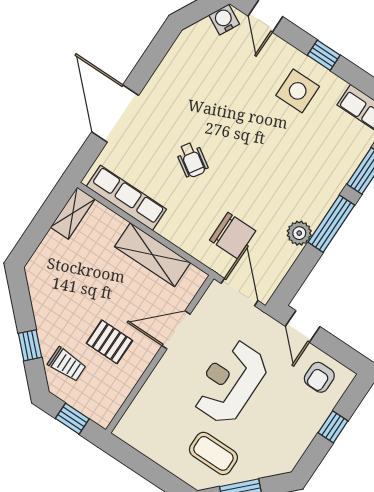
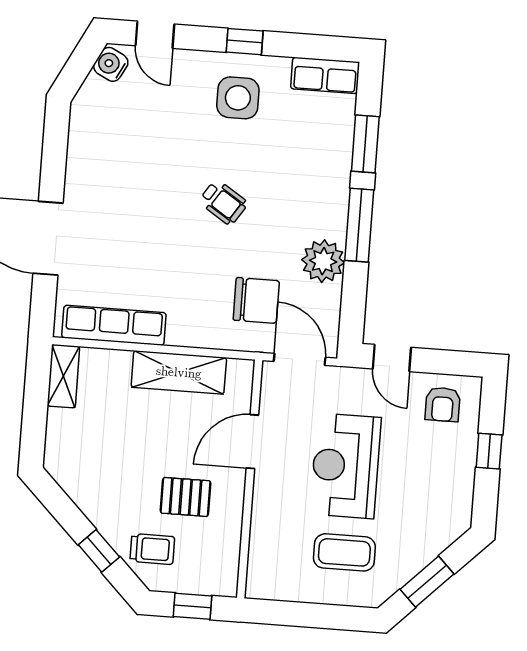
wheelchair: (192, 160) -> (223, 202), moved
plant: (299, 233) -> (323, 261), width x1.36, depth x1.36
coffee table: (213, 453) -> (344, 552), moved

